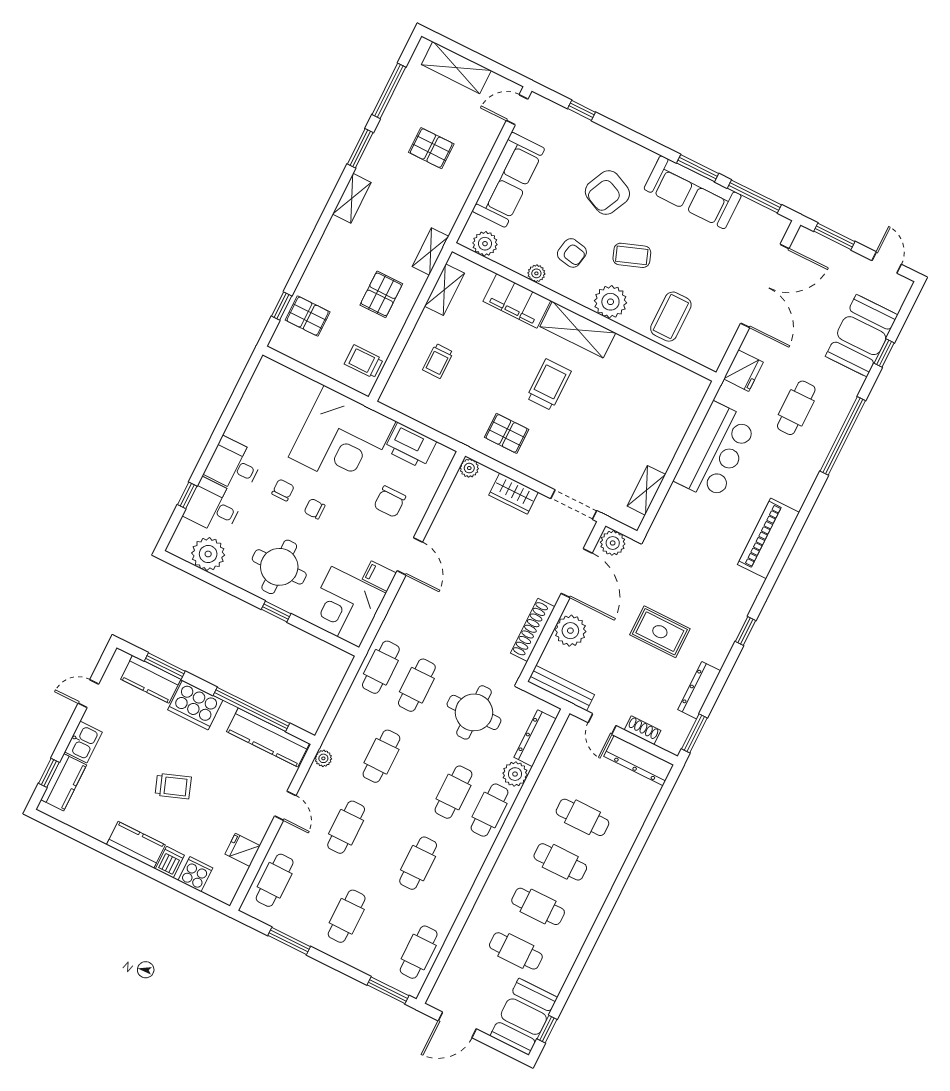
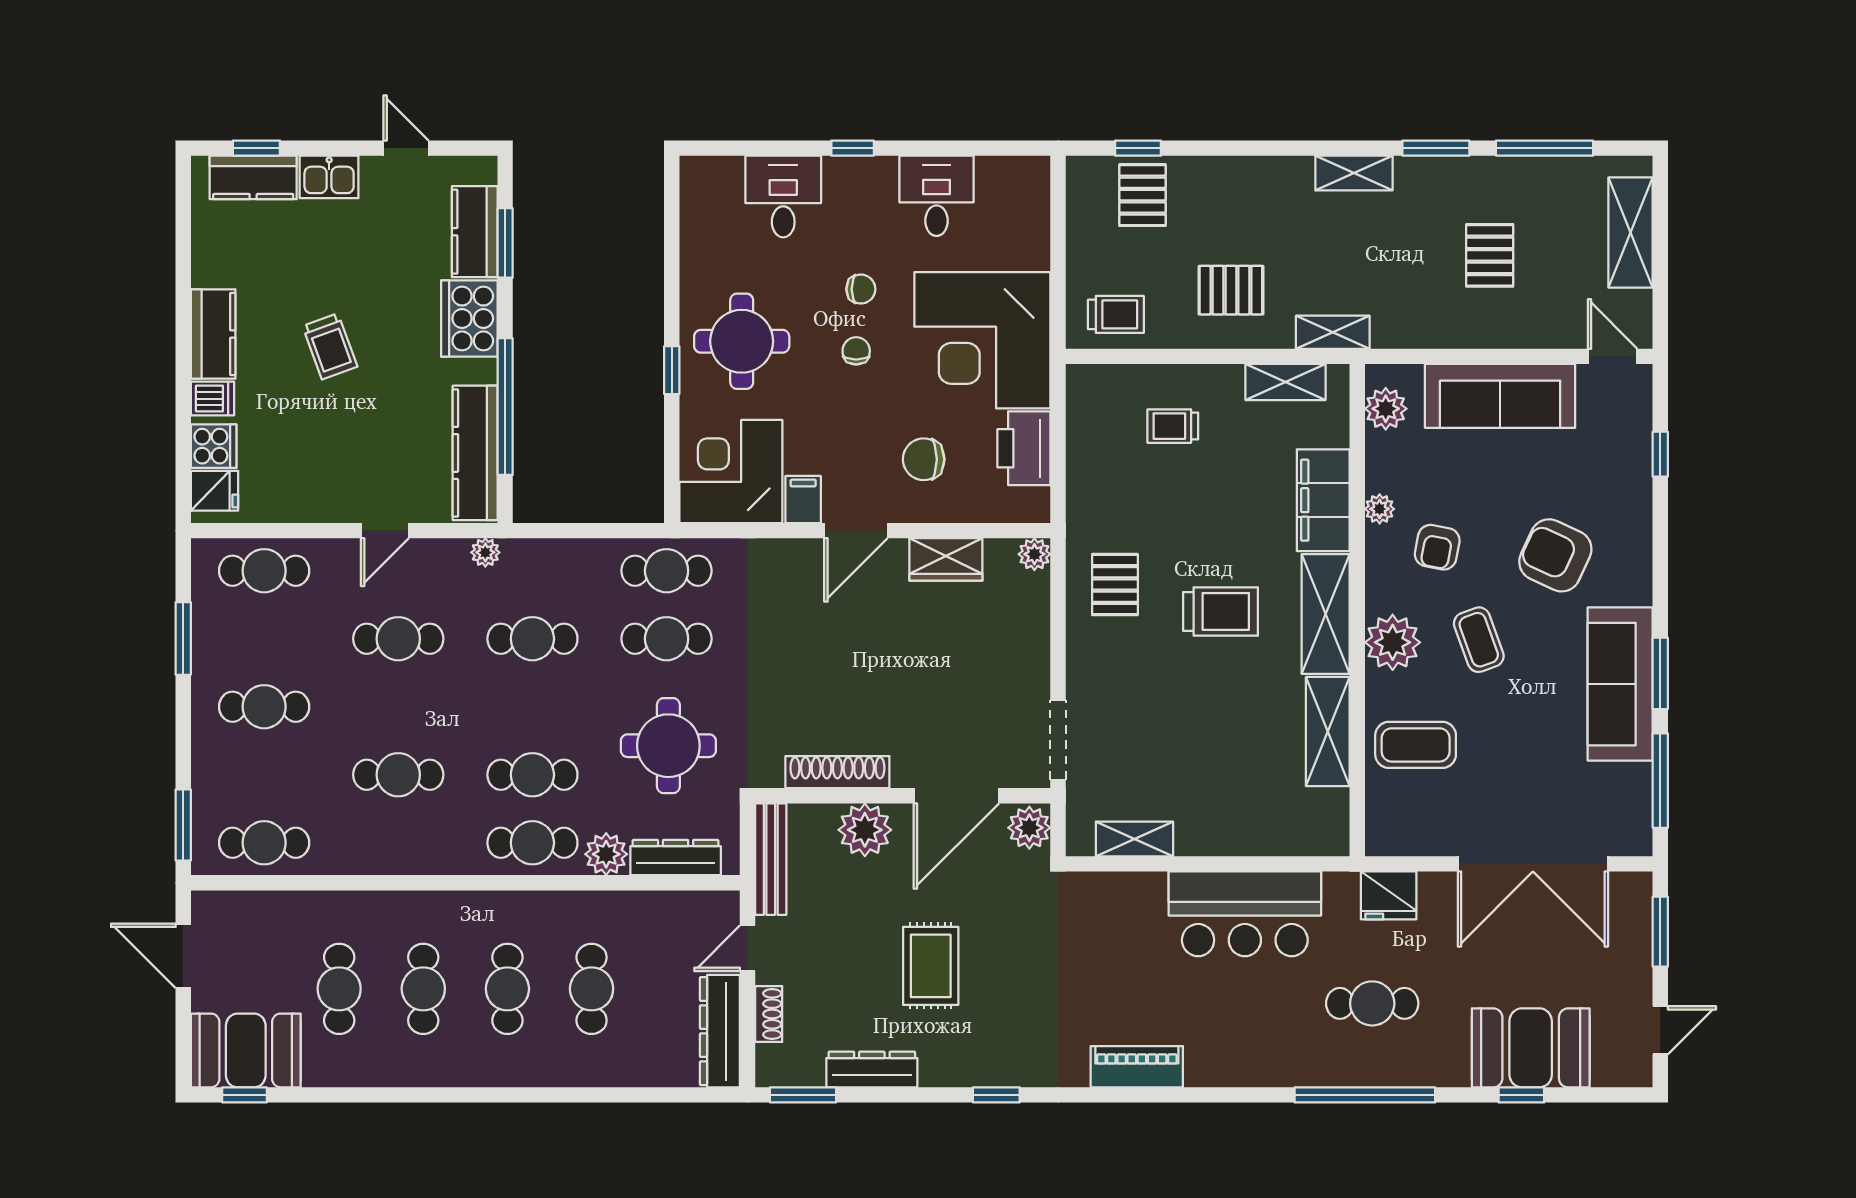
shelving: (641, 360) -> (1328, 732), added
trolley: (364, 362) -> (1116, 314), turned 90
desk: (234, 465) -> (936, 196), moved
wardrobe: (514, 494) -> (946, 559), moved, turned -90
window: (187, 495) -> (853, 148), moved
piano: (769, 538) -> (1137, 1067), width x0.73, depth x0.75
plant: (208, 554) -> (708, 224), removed
fridge: (243, 850) -> (214, 491), moved, turned 90

